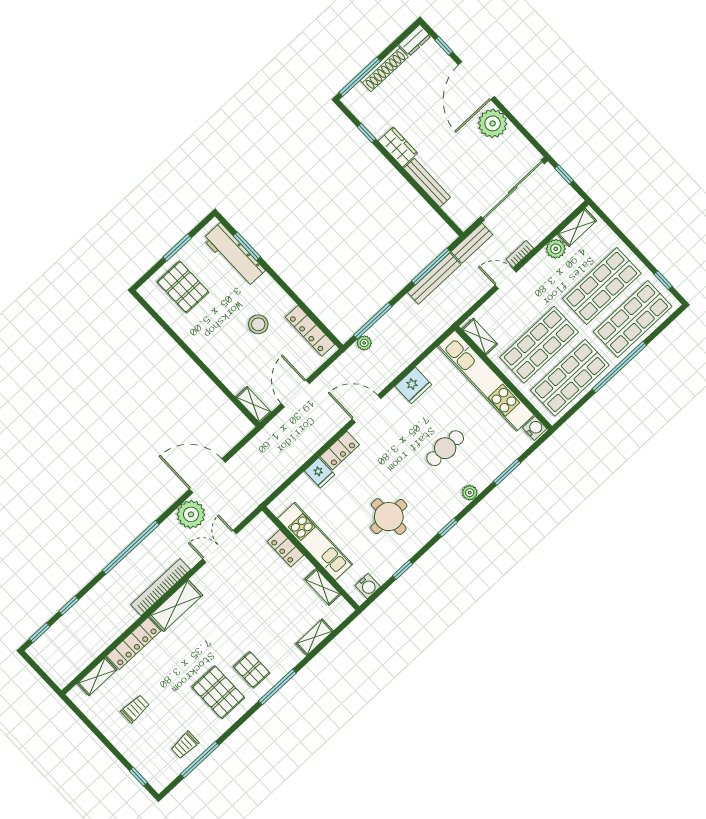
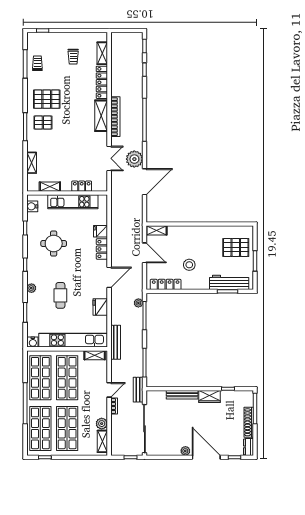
plant: (493, 123) -> (185, 451), width x0.53, depth x0.53
bench: (434, 278) -> (116, 342), moved

